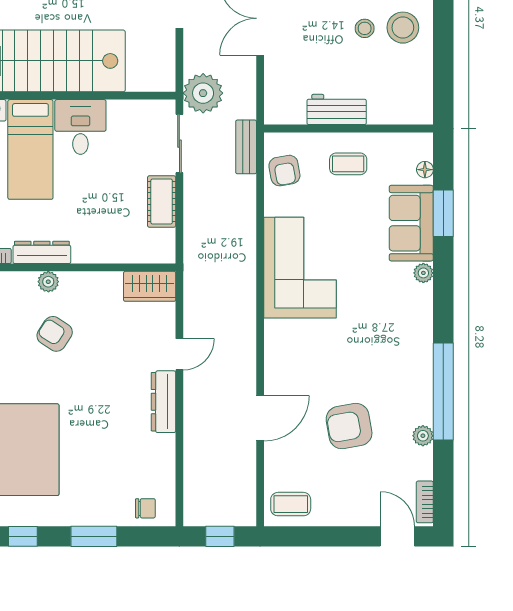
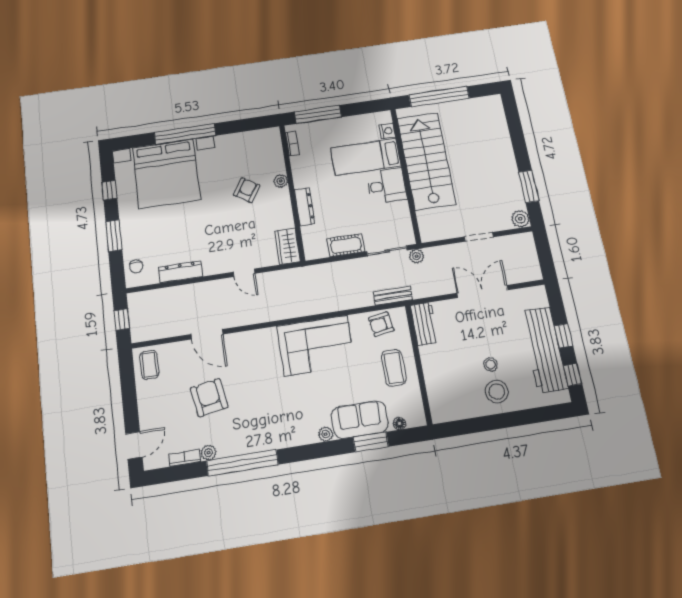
plant: (203, 93) -> (417, 256), width x0.53, depth x0.53
workbench: (337, 109) -> (425, 324), moved
coffee table: (348, 164) -> (394, 368), width x1.36, depth x1.30
dresser: (42, 252) -> (305, 207), moved
dresser: (163, 402) -> (180, 272), moved
bookcase: (425, 502) -> (185, 458), moved

